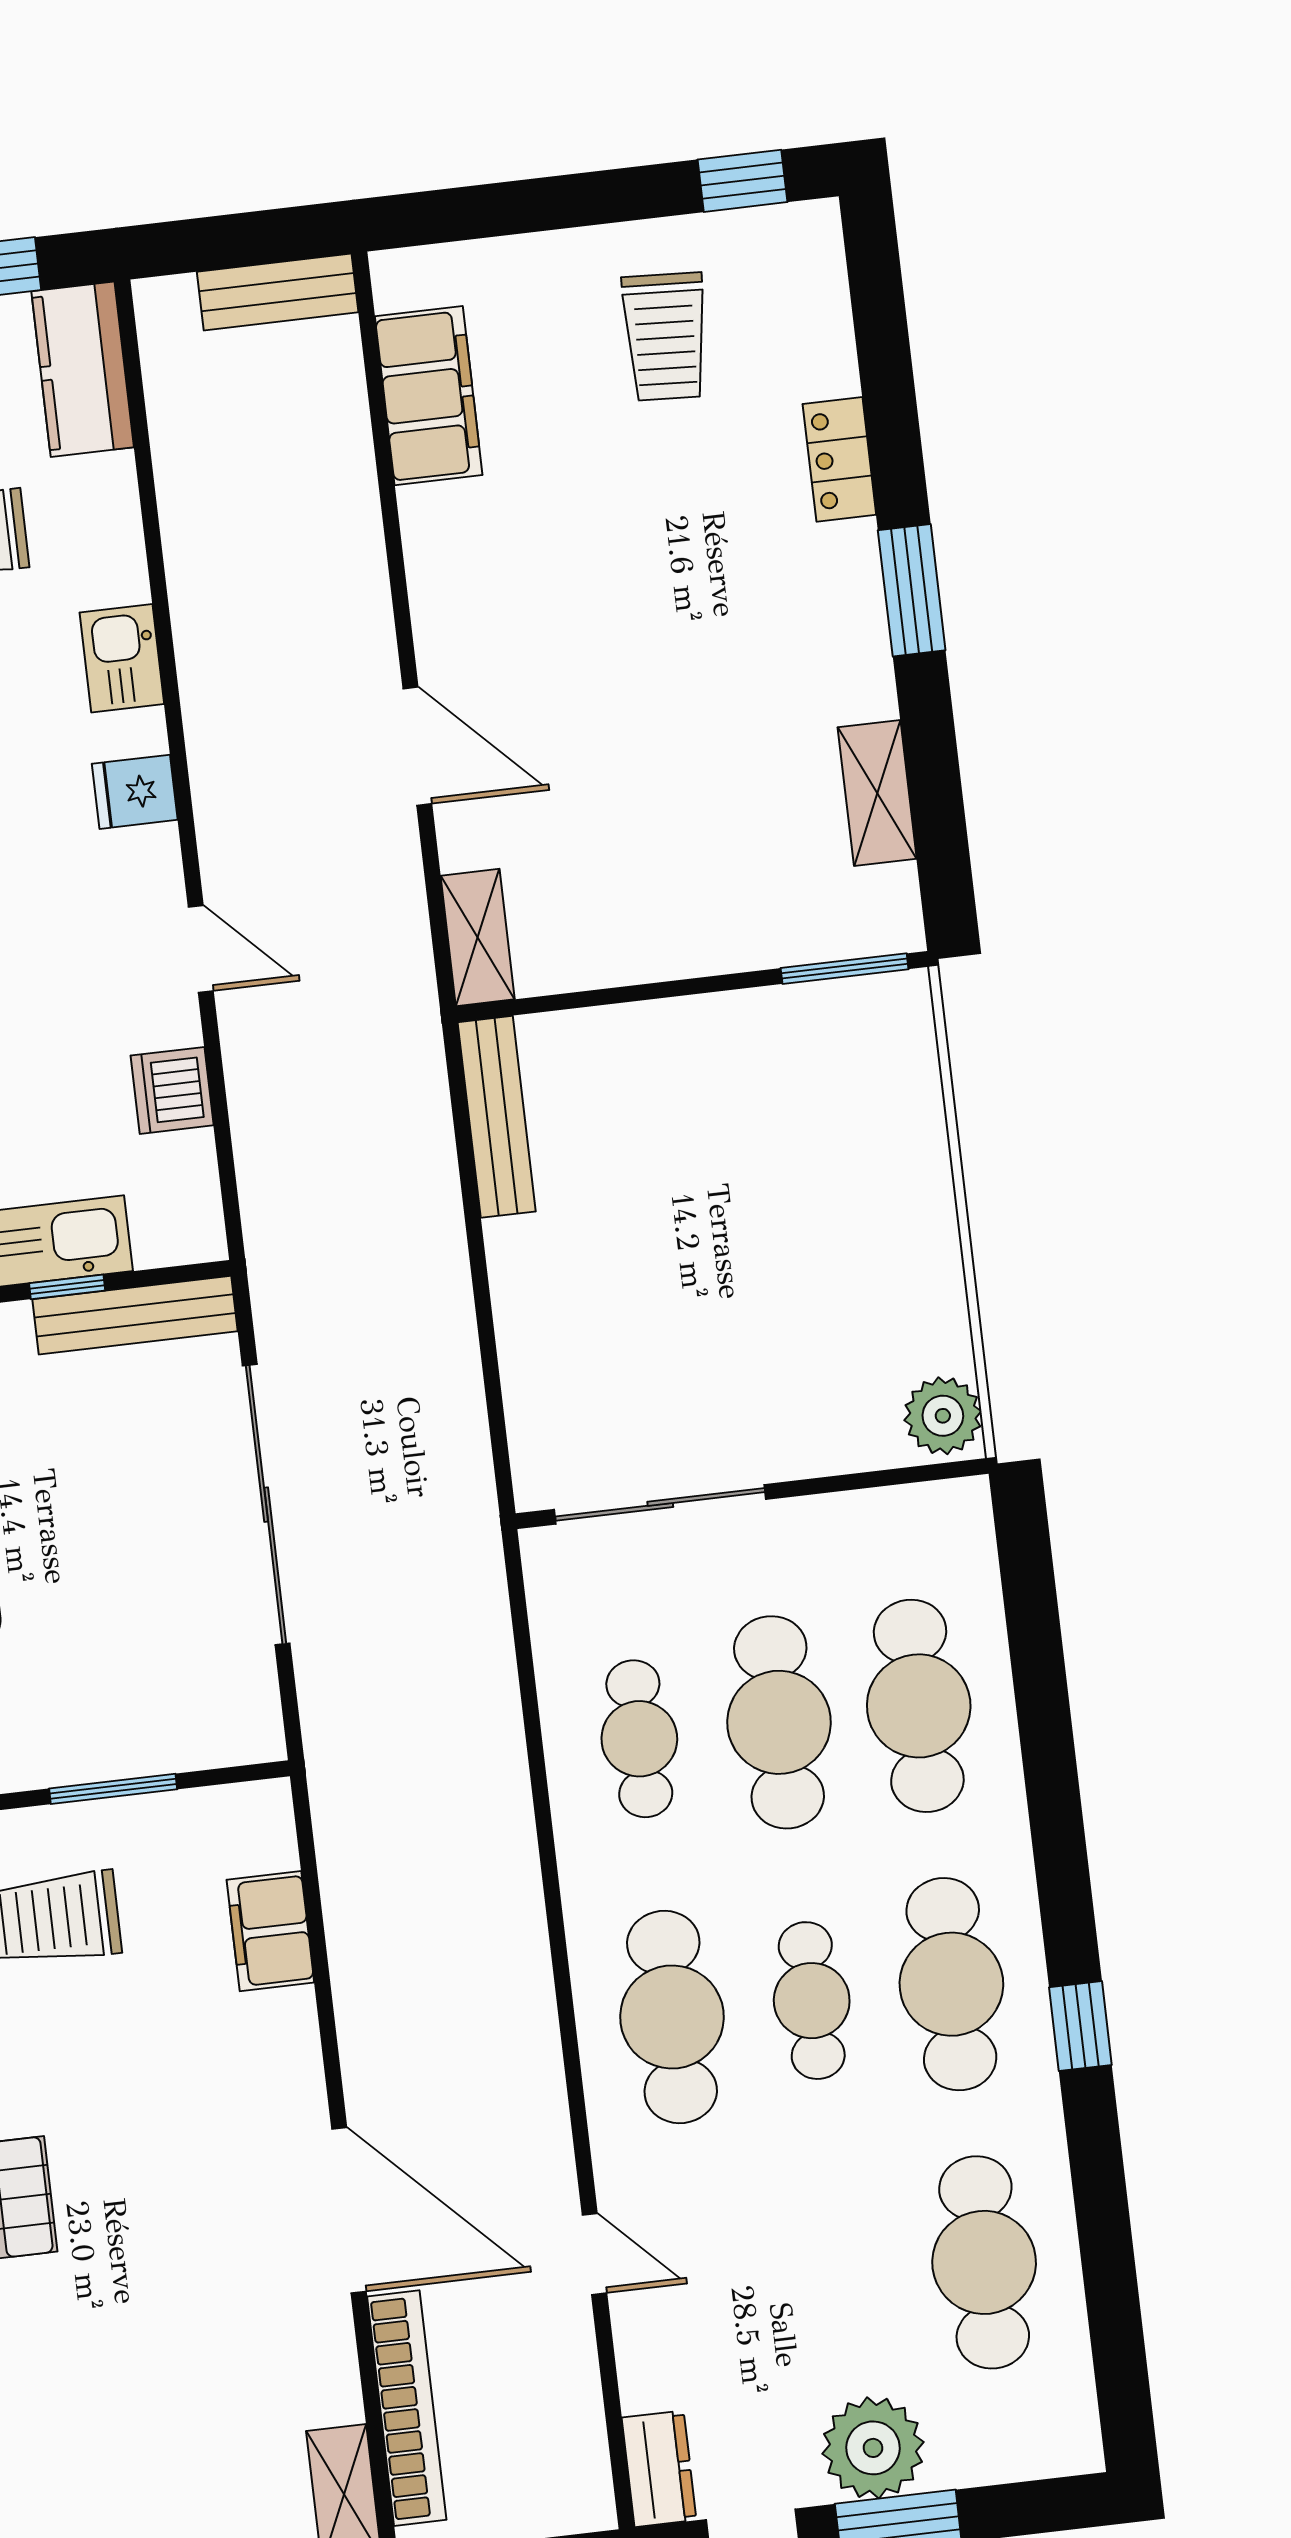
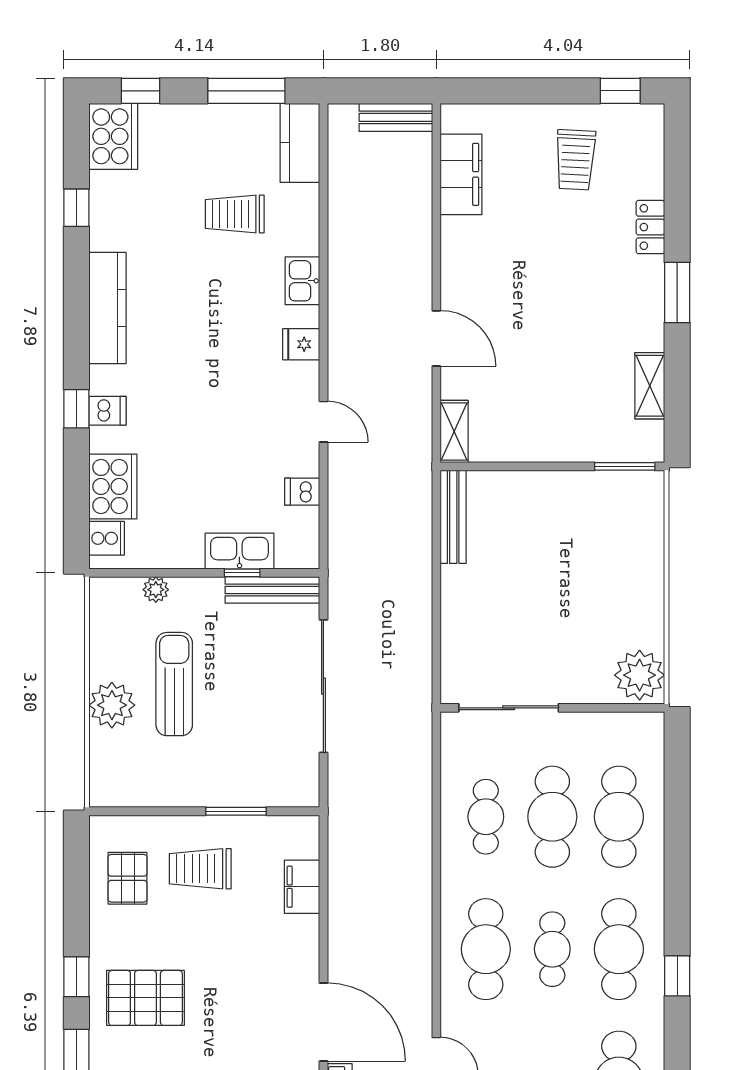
dishwasher: (172, 1090) -> (302, 492), width x0.73
plant: (943, 1416) -> (640, 675), width x1.36, depth x1.36

